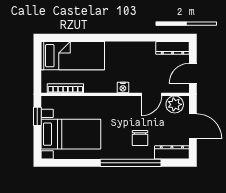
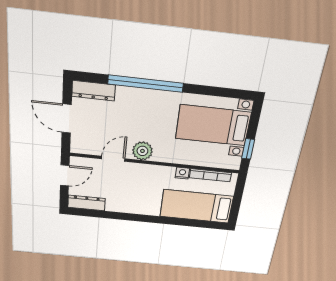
nightstand: (123, 87) -> (182, 173), moved
plant: (175, 104) -> (142, 151), moved
chair: (140, 138) -> (131, 112), removed

